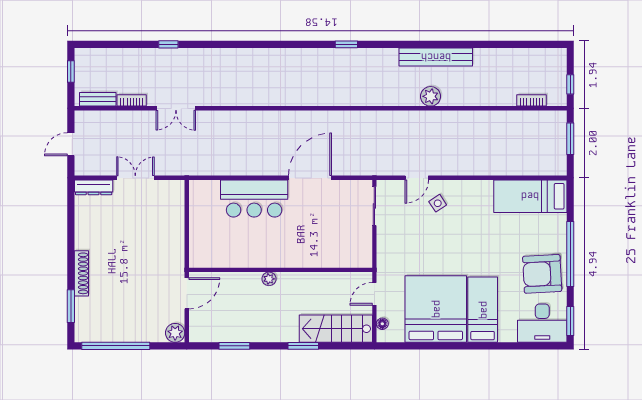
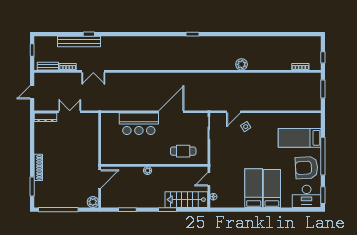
bench: (436, 57) -> (79, 41), moved
bed: (530, 196) -> (300, 138), moved
cafe table: (330, 245) -> (183, 151), added
bed: (436, 309) -> (254, 188), width x0.49

